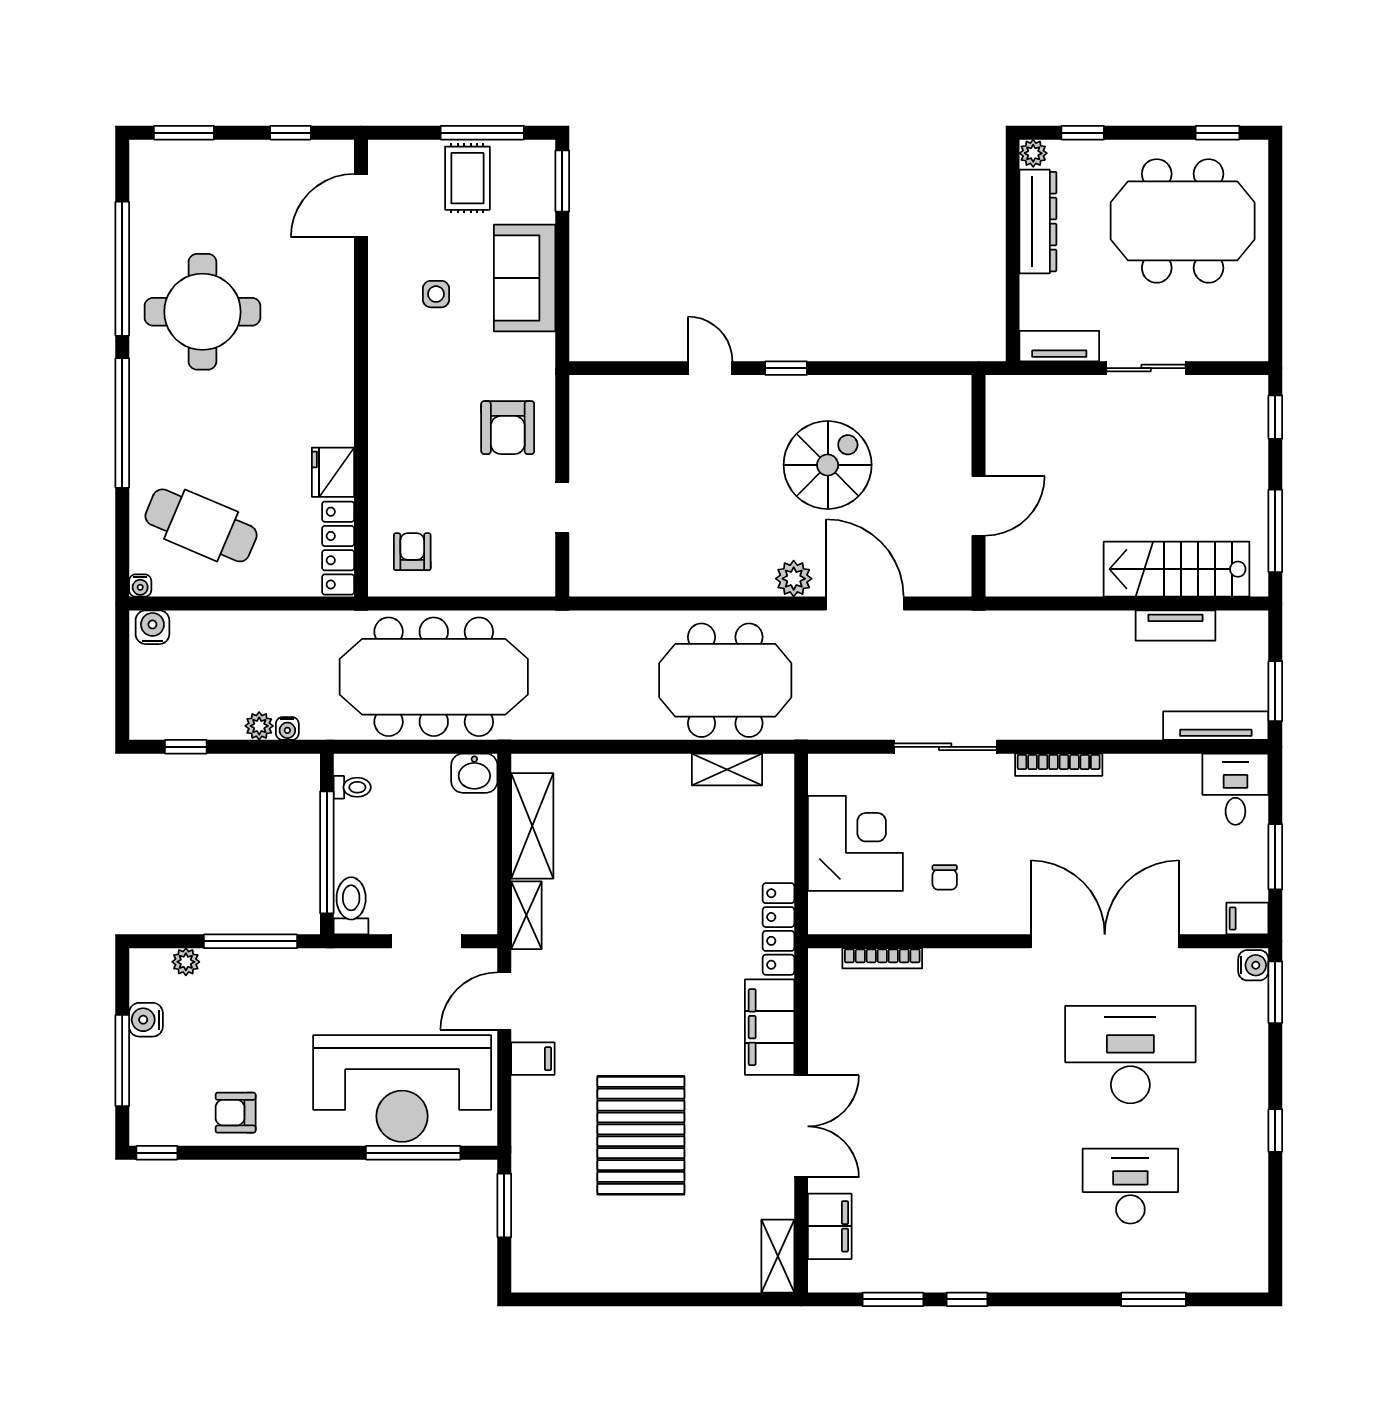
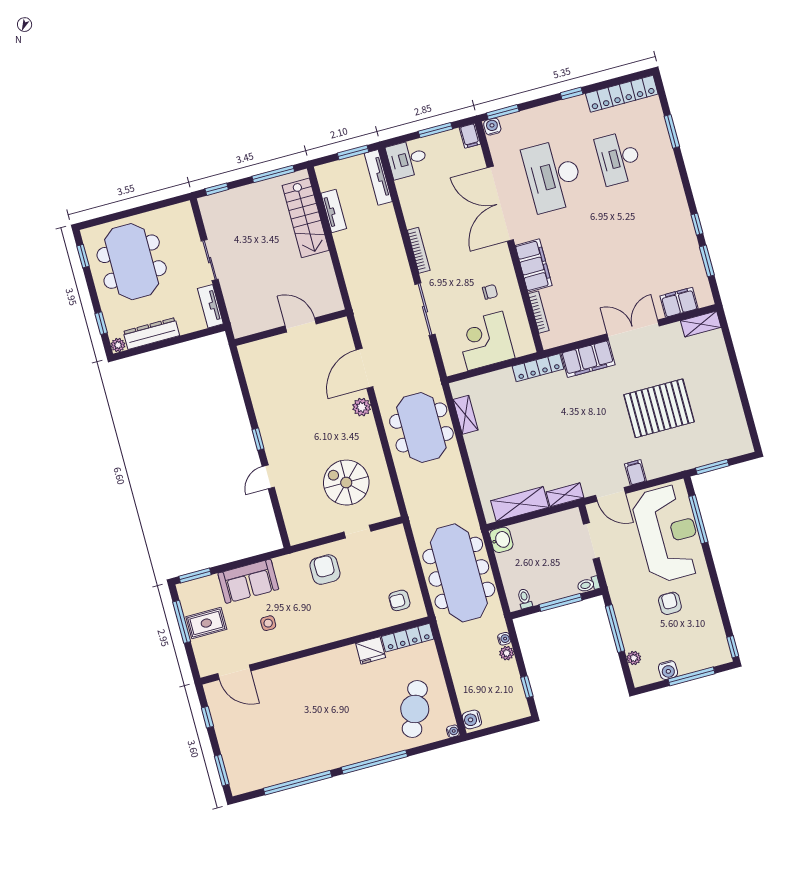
round table: (202, 312) -> (308, 737), removed
armchair: (508, 428) -> (325, 570), turned -90
spiral stairs: (828, 465) -> (346, 483), moved
window: (327, 852) -> (560, 602), width x0.68
toilet: (351, 906) -> (588, 585), width x0.73, depth x0.72
filing cabinet: (972, 973) -> (534, 265), added
armchair: (236, 1113) -> (670, 603), moved, turned 180
locker: (1249, 1225) -> (622, 94), added

